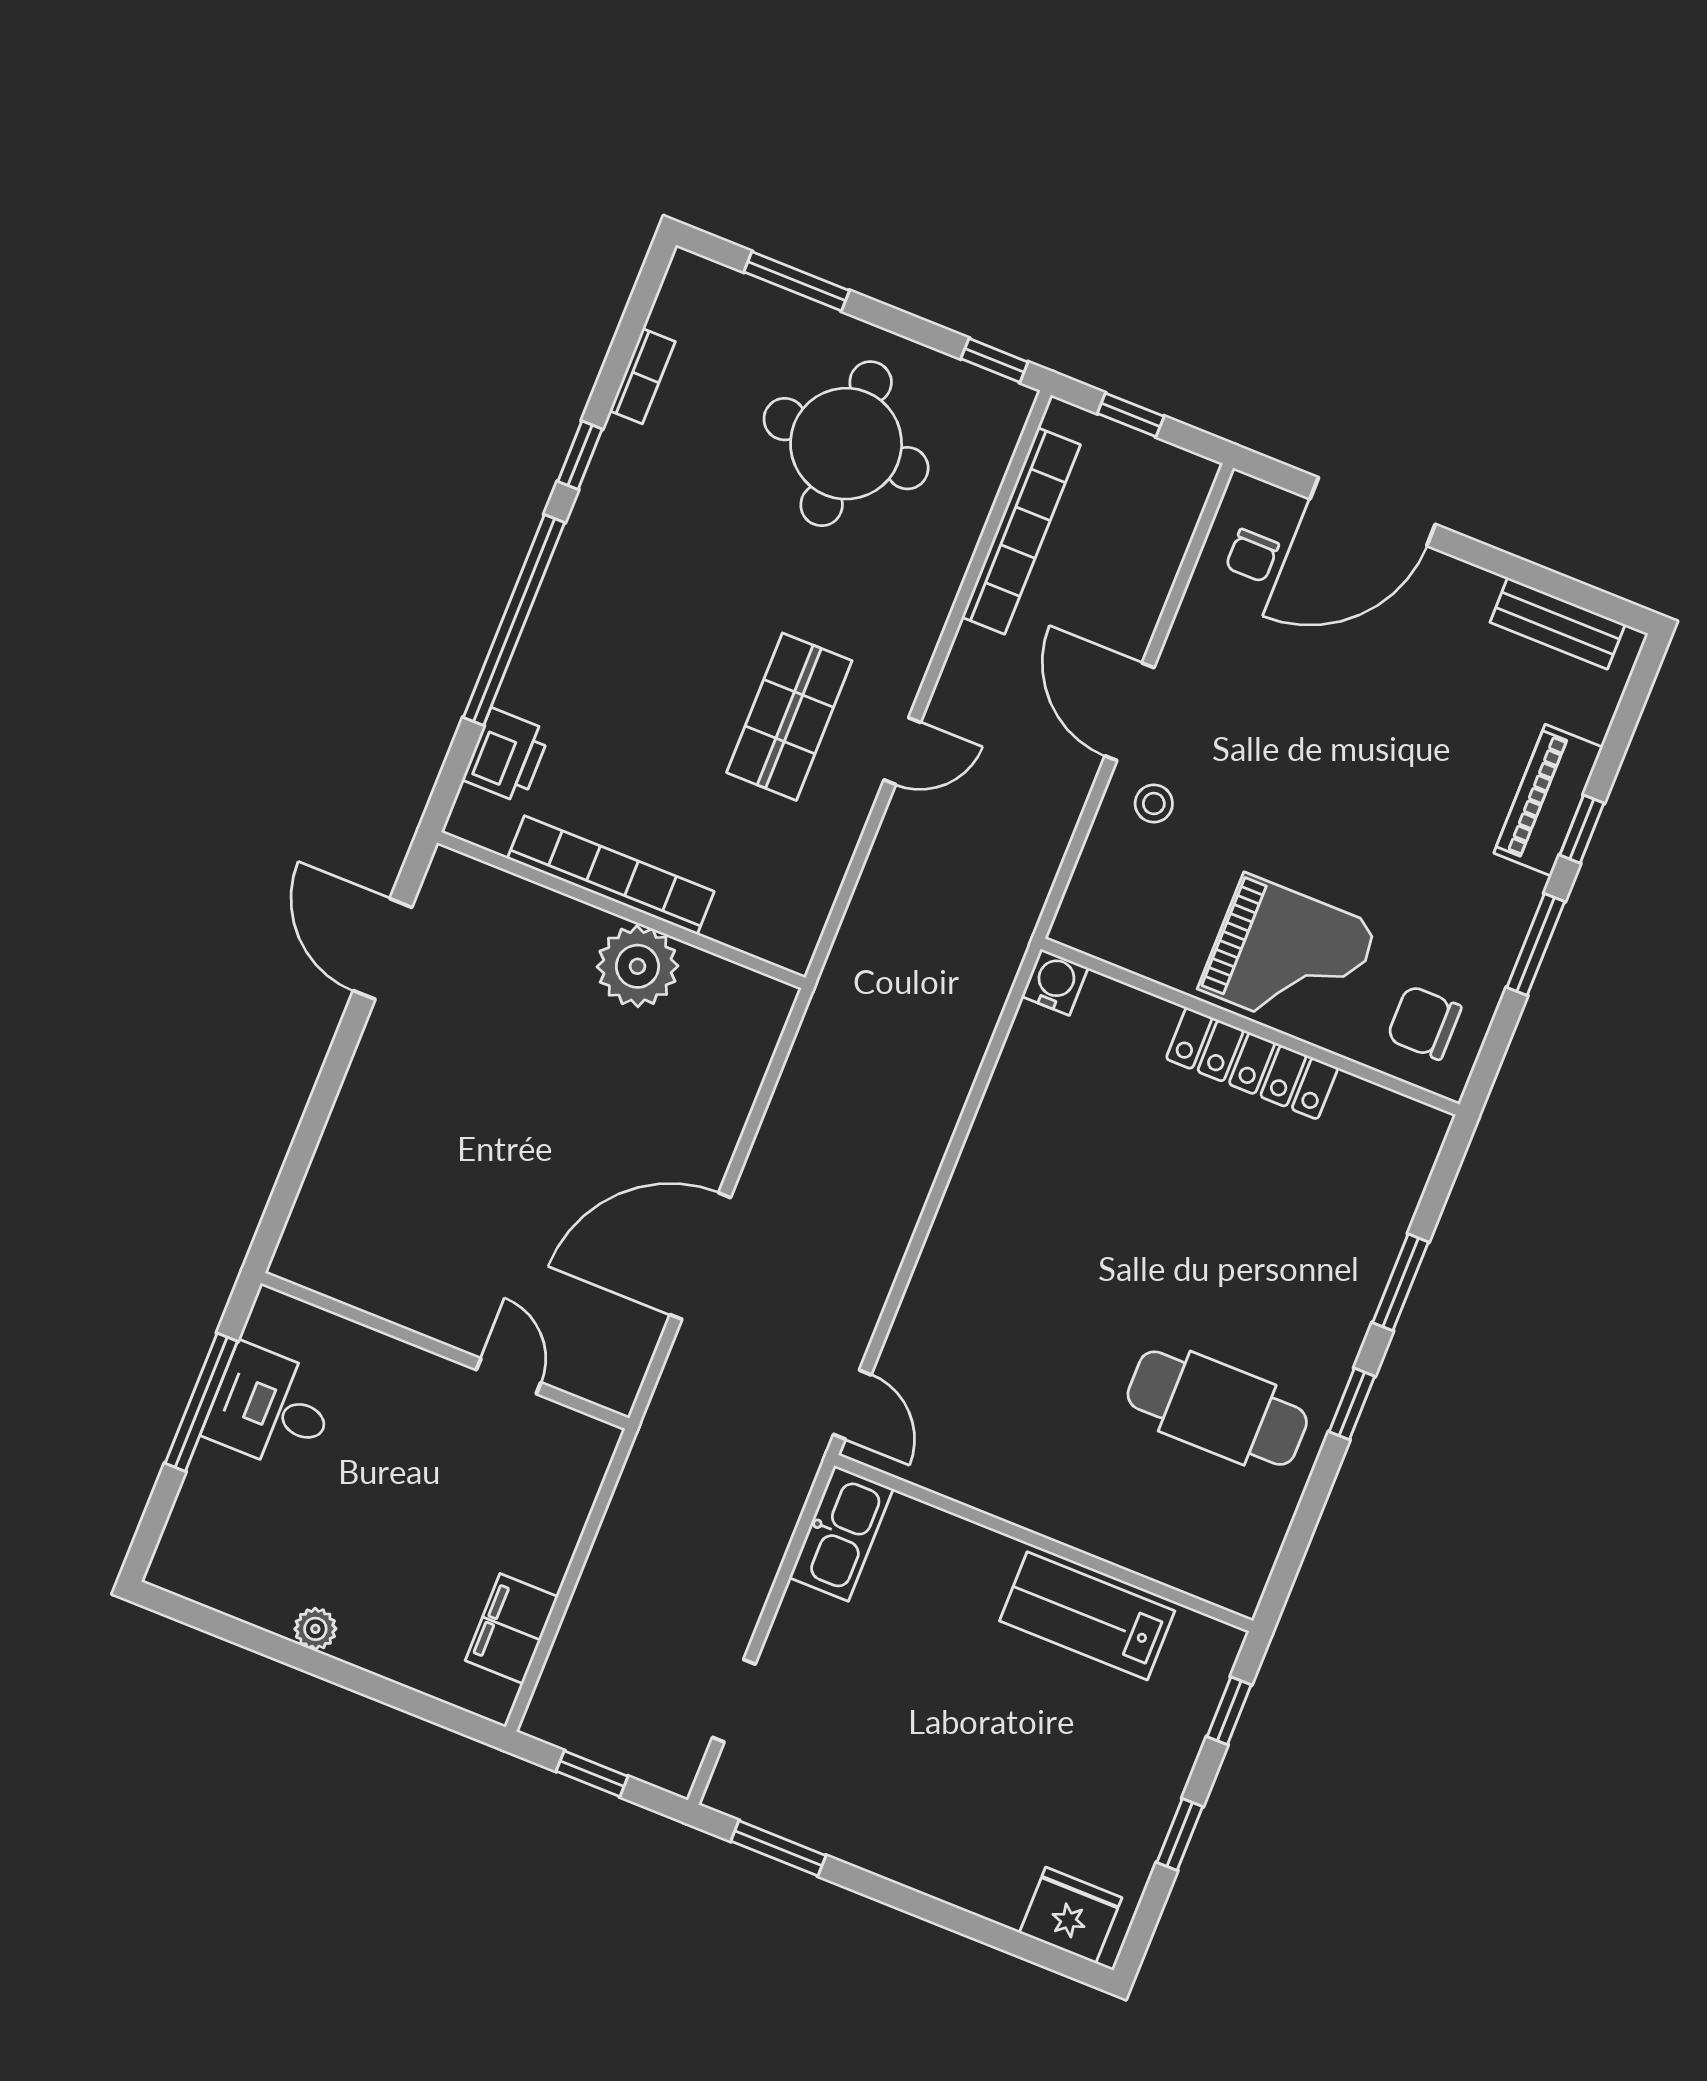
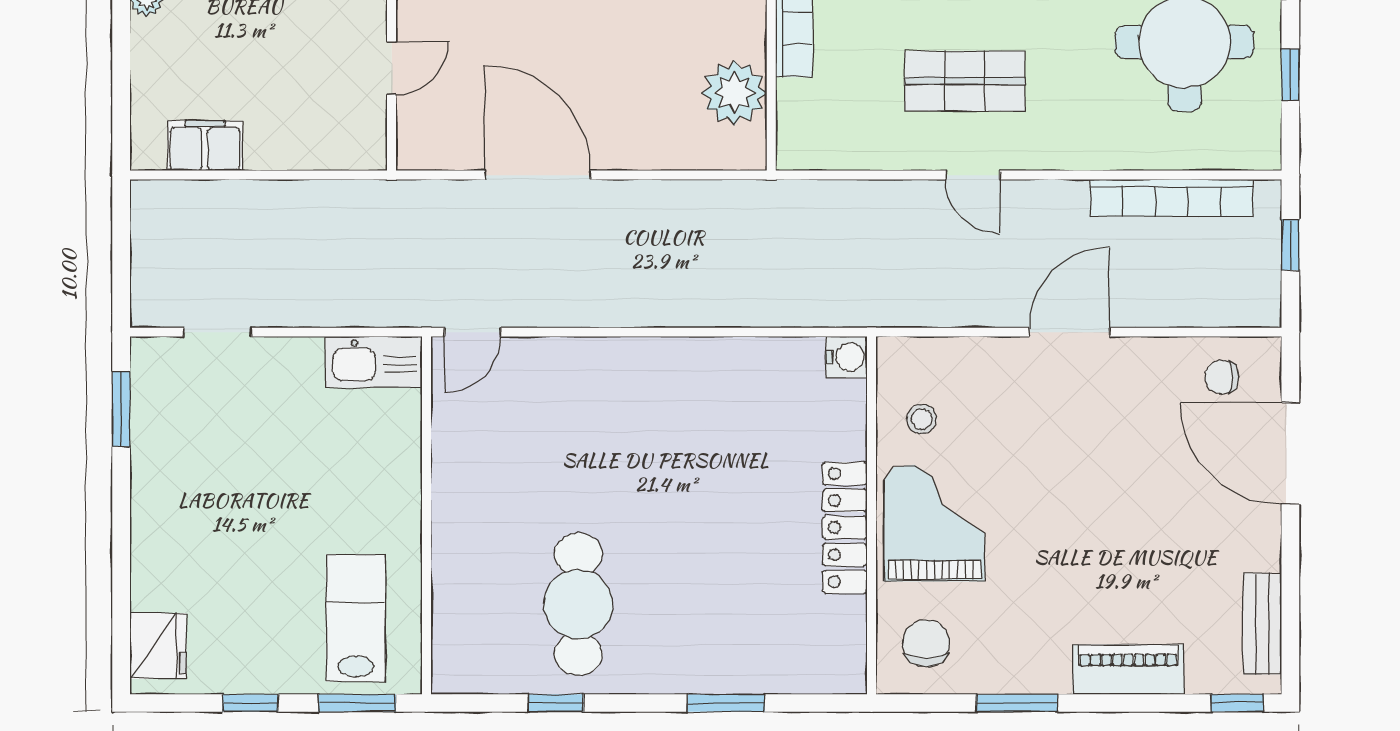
window: (994, 360) -> (1290, 75), moved
stool: (1154, 803) -> (922, 419), moved
window: (1582, 829) -> (1237, 703), moved
grand piano: (1288, 957) -> (934, 523), turned 180
plant: (637, 966) -> (734, 93), moved
window: (1352, 1404) -> (556, 703), moved
lab bench: (1087, 1616) -> (356, 618), moved
window: (1229, 1711) -> (357, 703), width x1.50
window: (592, 1774) -> (121, 248), removed

